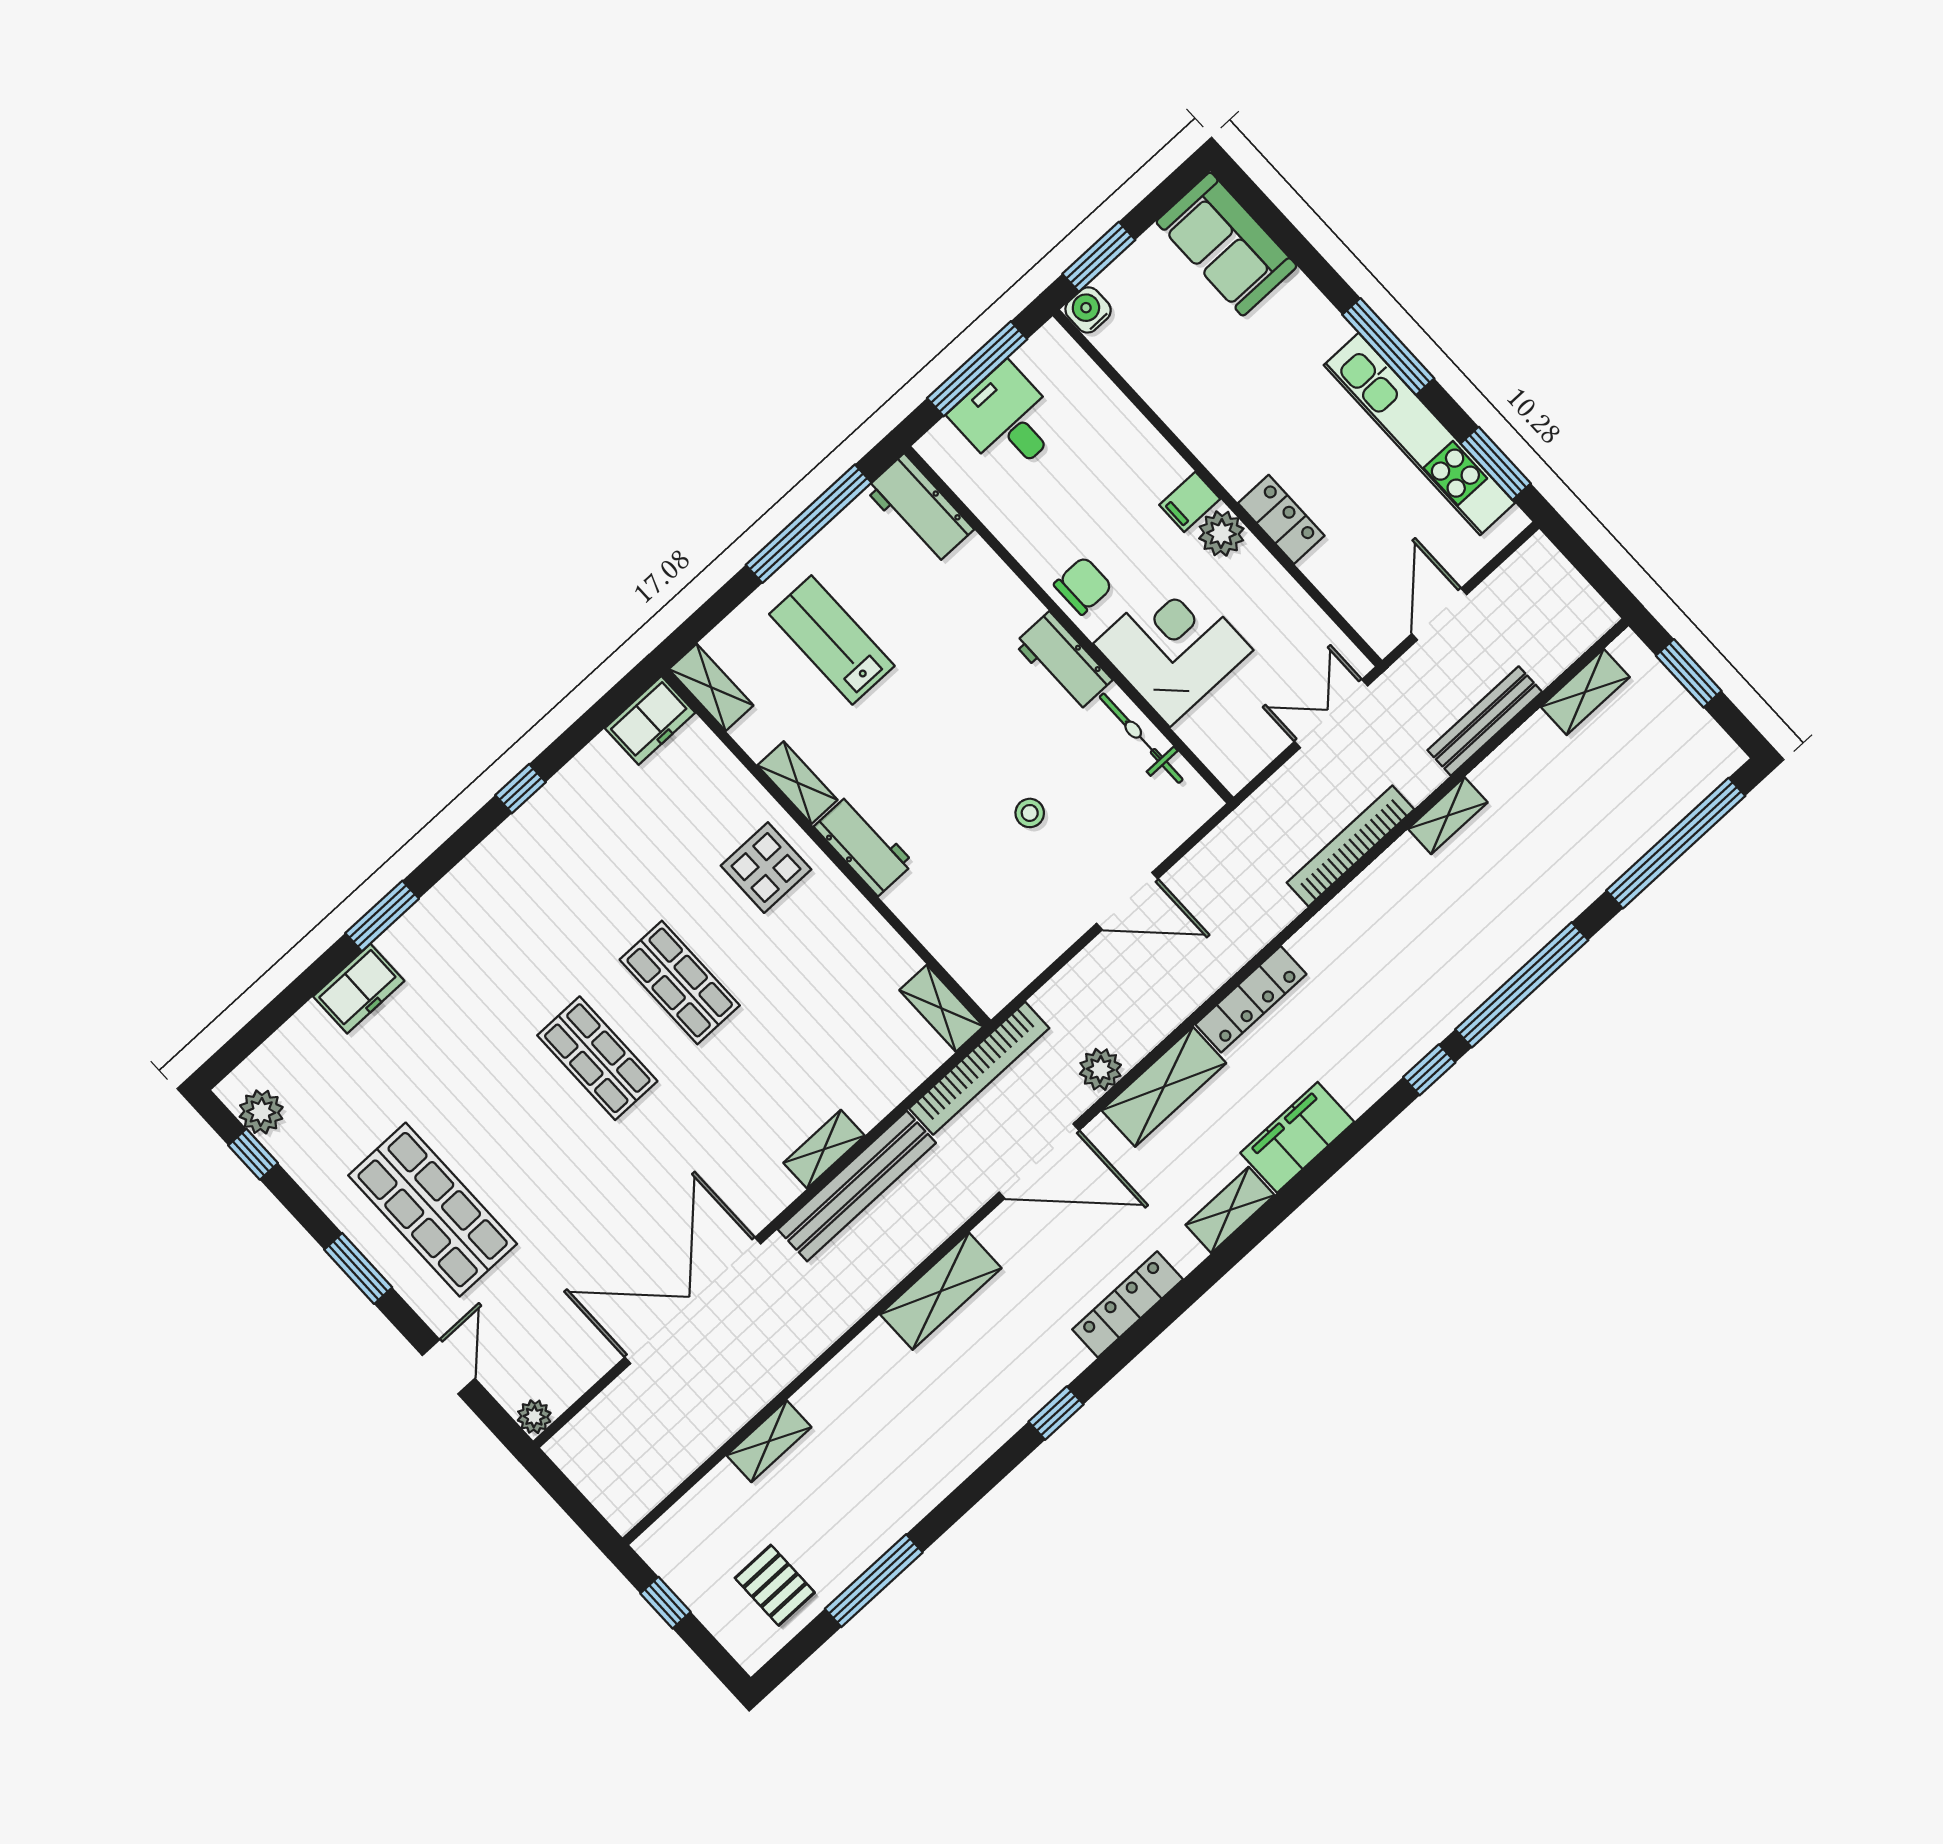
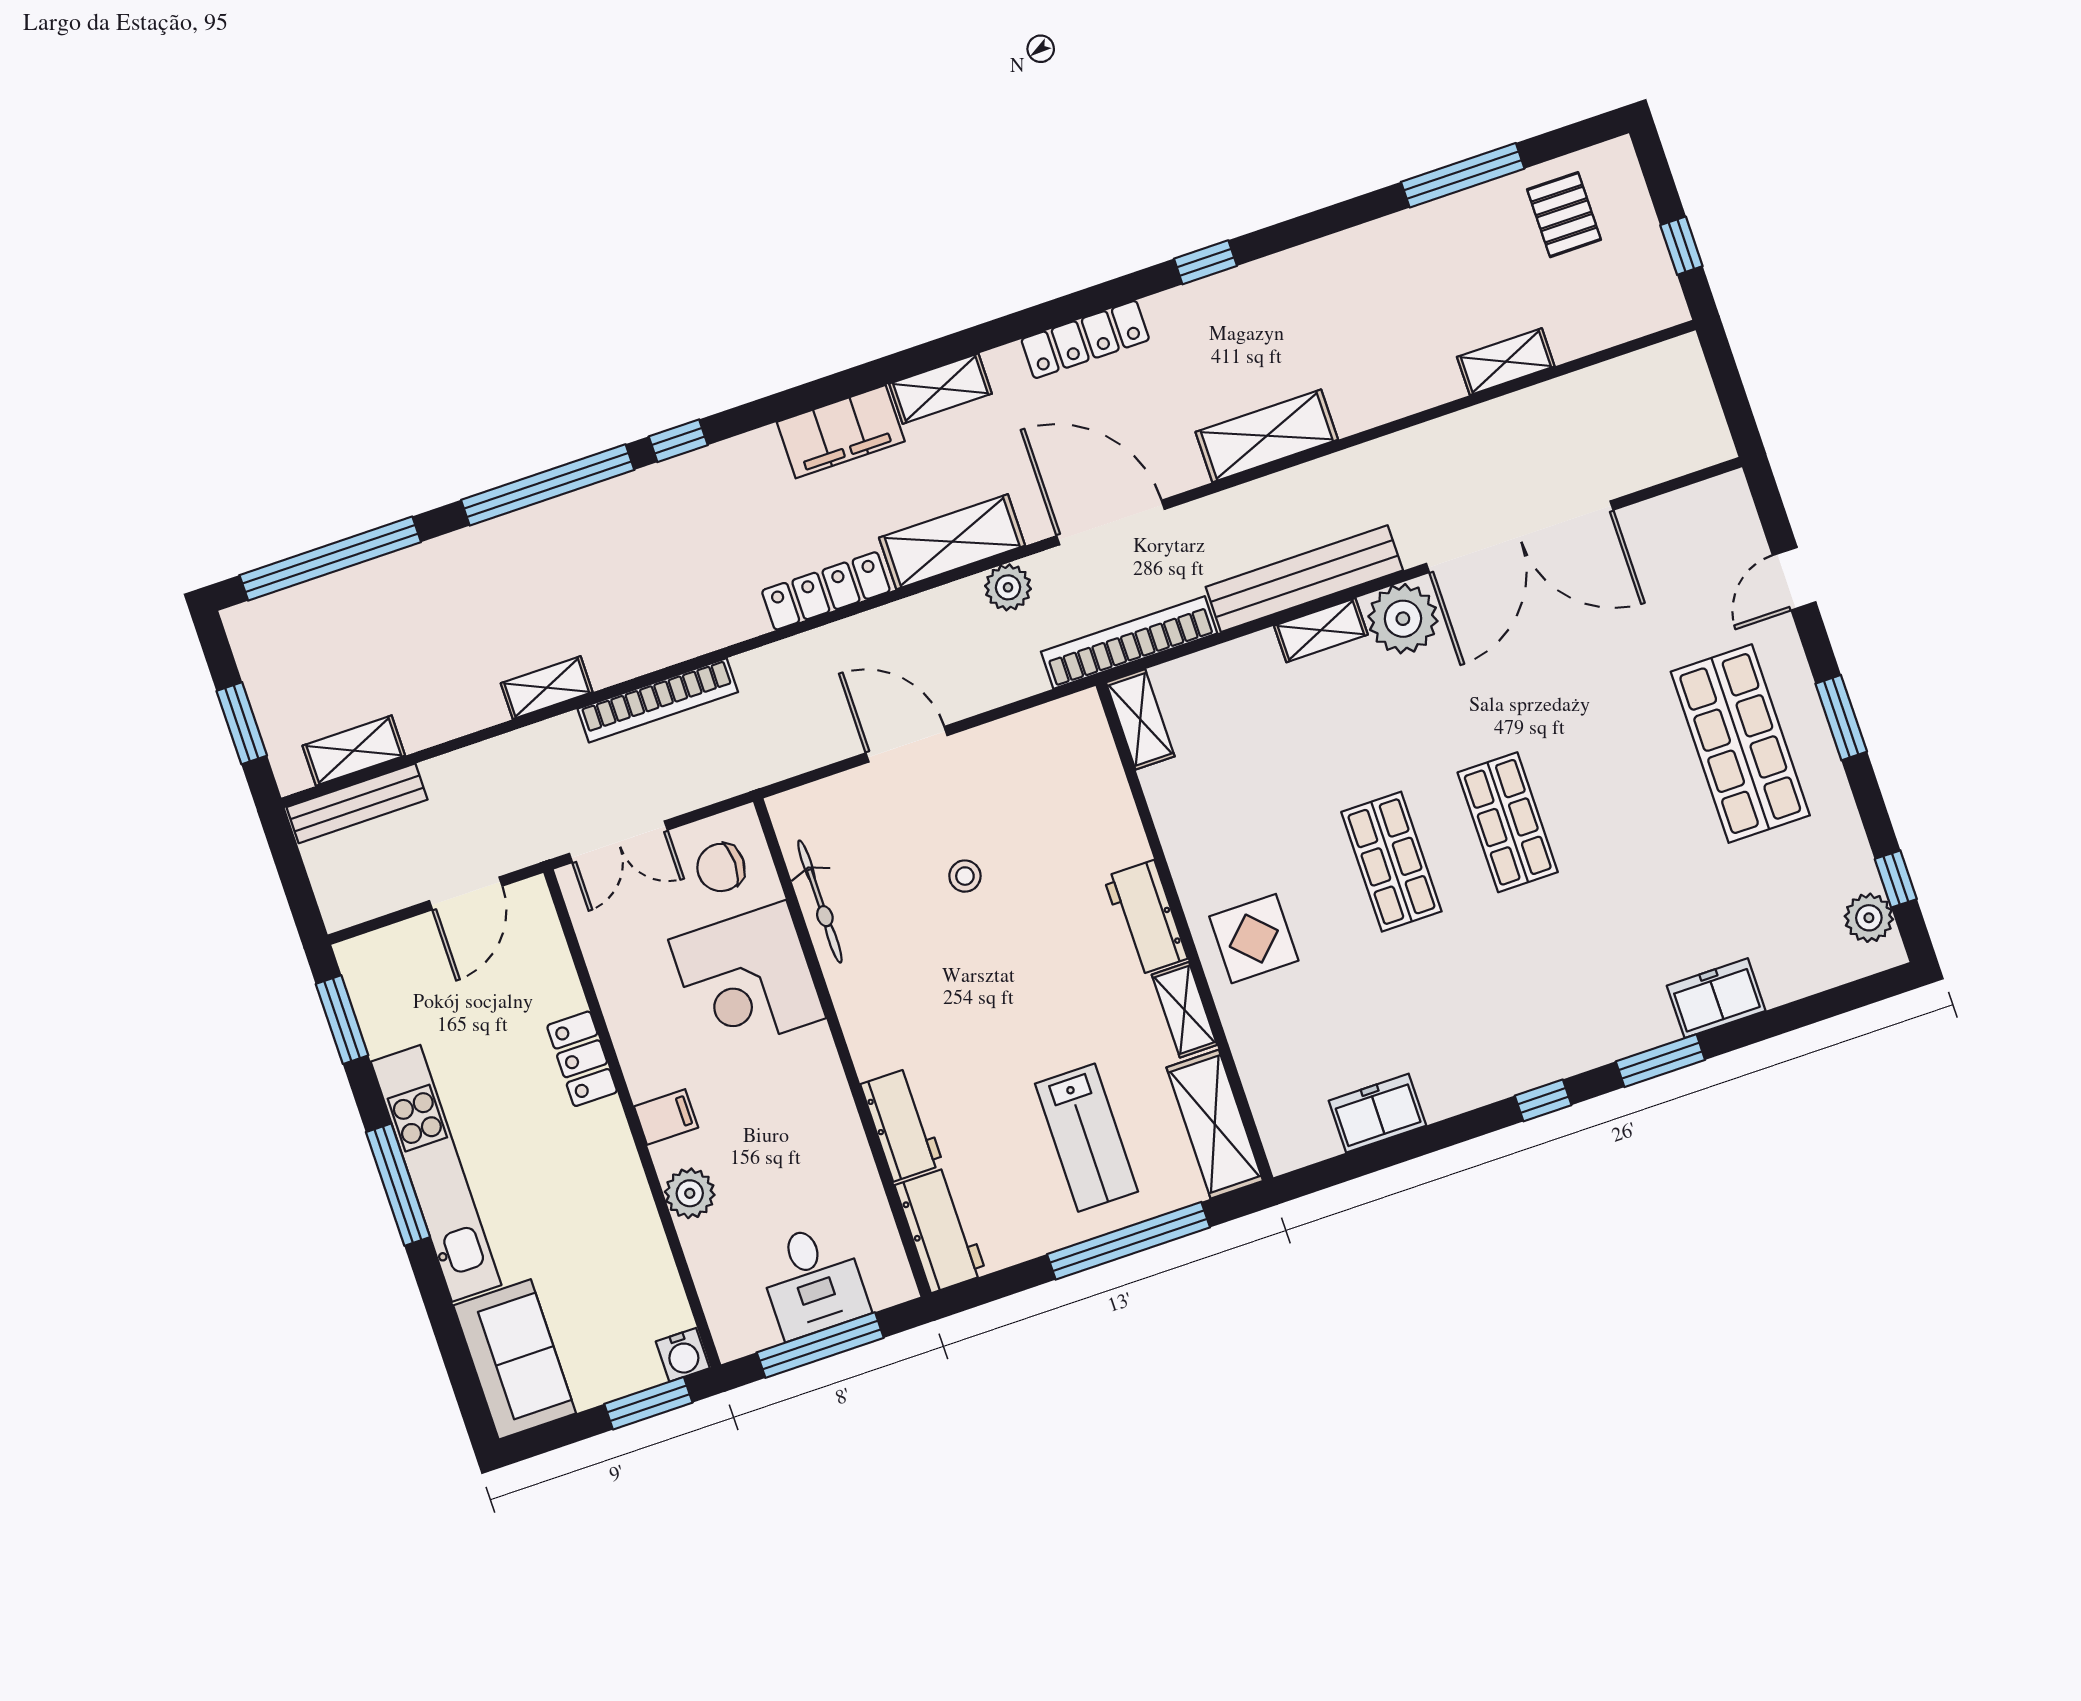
kitchen unit: (1419, 434) -> (436, 1173), moved
window: (809, 524) -> (1128, 1241), moved
plant: (1221, 533) -> (690, 1193), moved
chair: (1083, 586) -> (721, 867), moved
workbench: (1063, 662) -> (902, 1124), moved
shelving: (711, 687) -> (1215, 1124), width x1.50, depth x1.33
freezer: (650, 720) -> (1377, 1113), moved
bench: (1485, 721) -> (357, 803), moved
window: (521, 789) -> (1543, 1100), moved
plant: (534, 1417) -> (1403, 619), moved, width x1.88, depth x1.88

